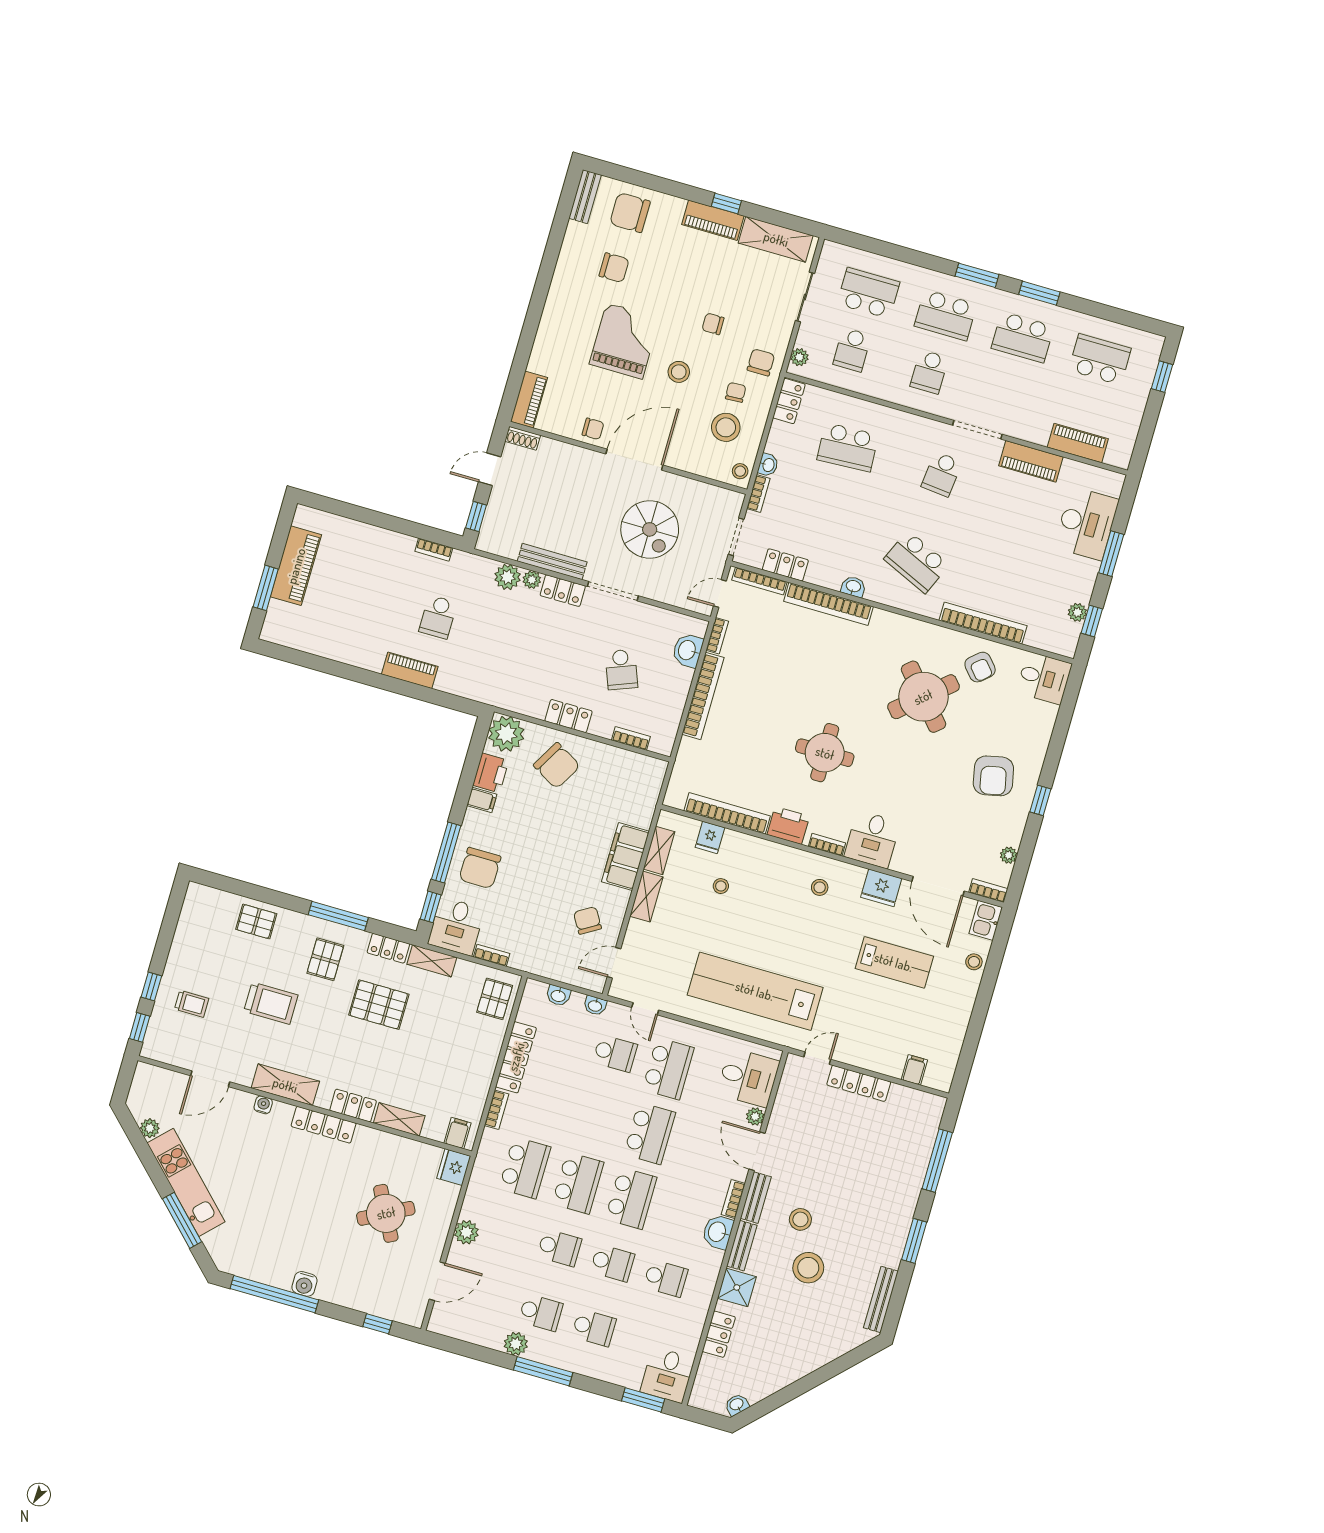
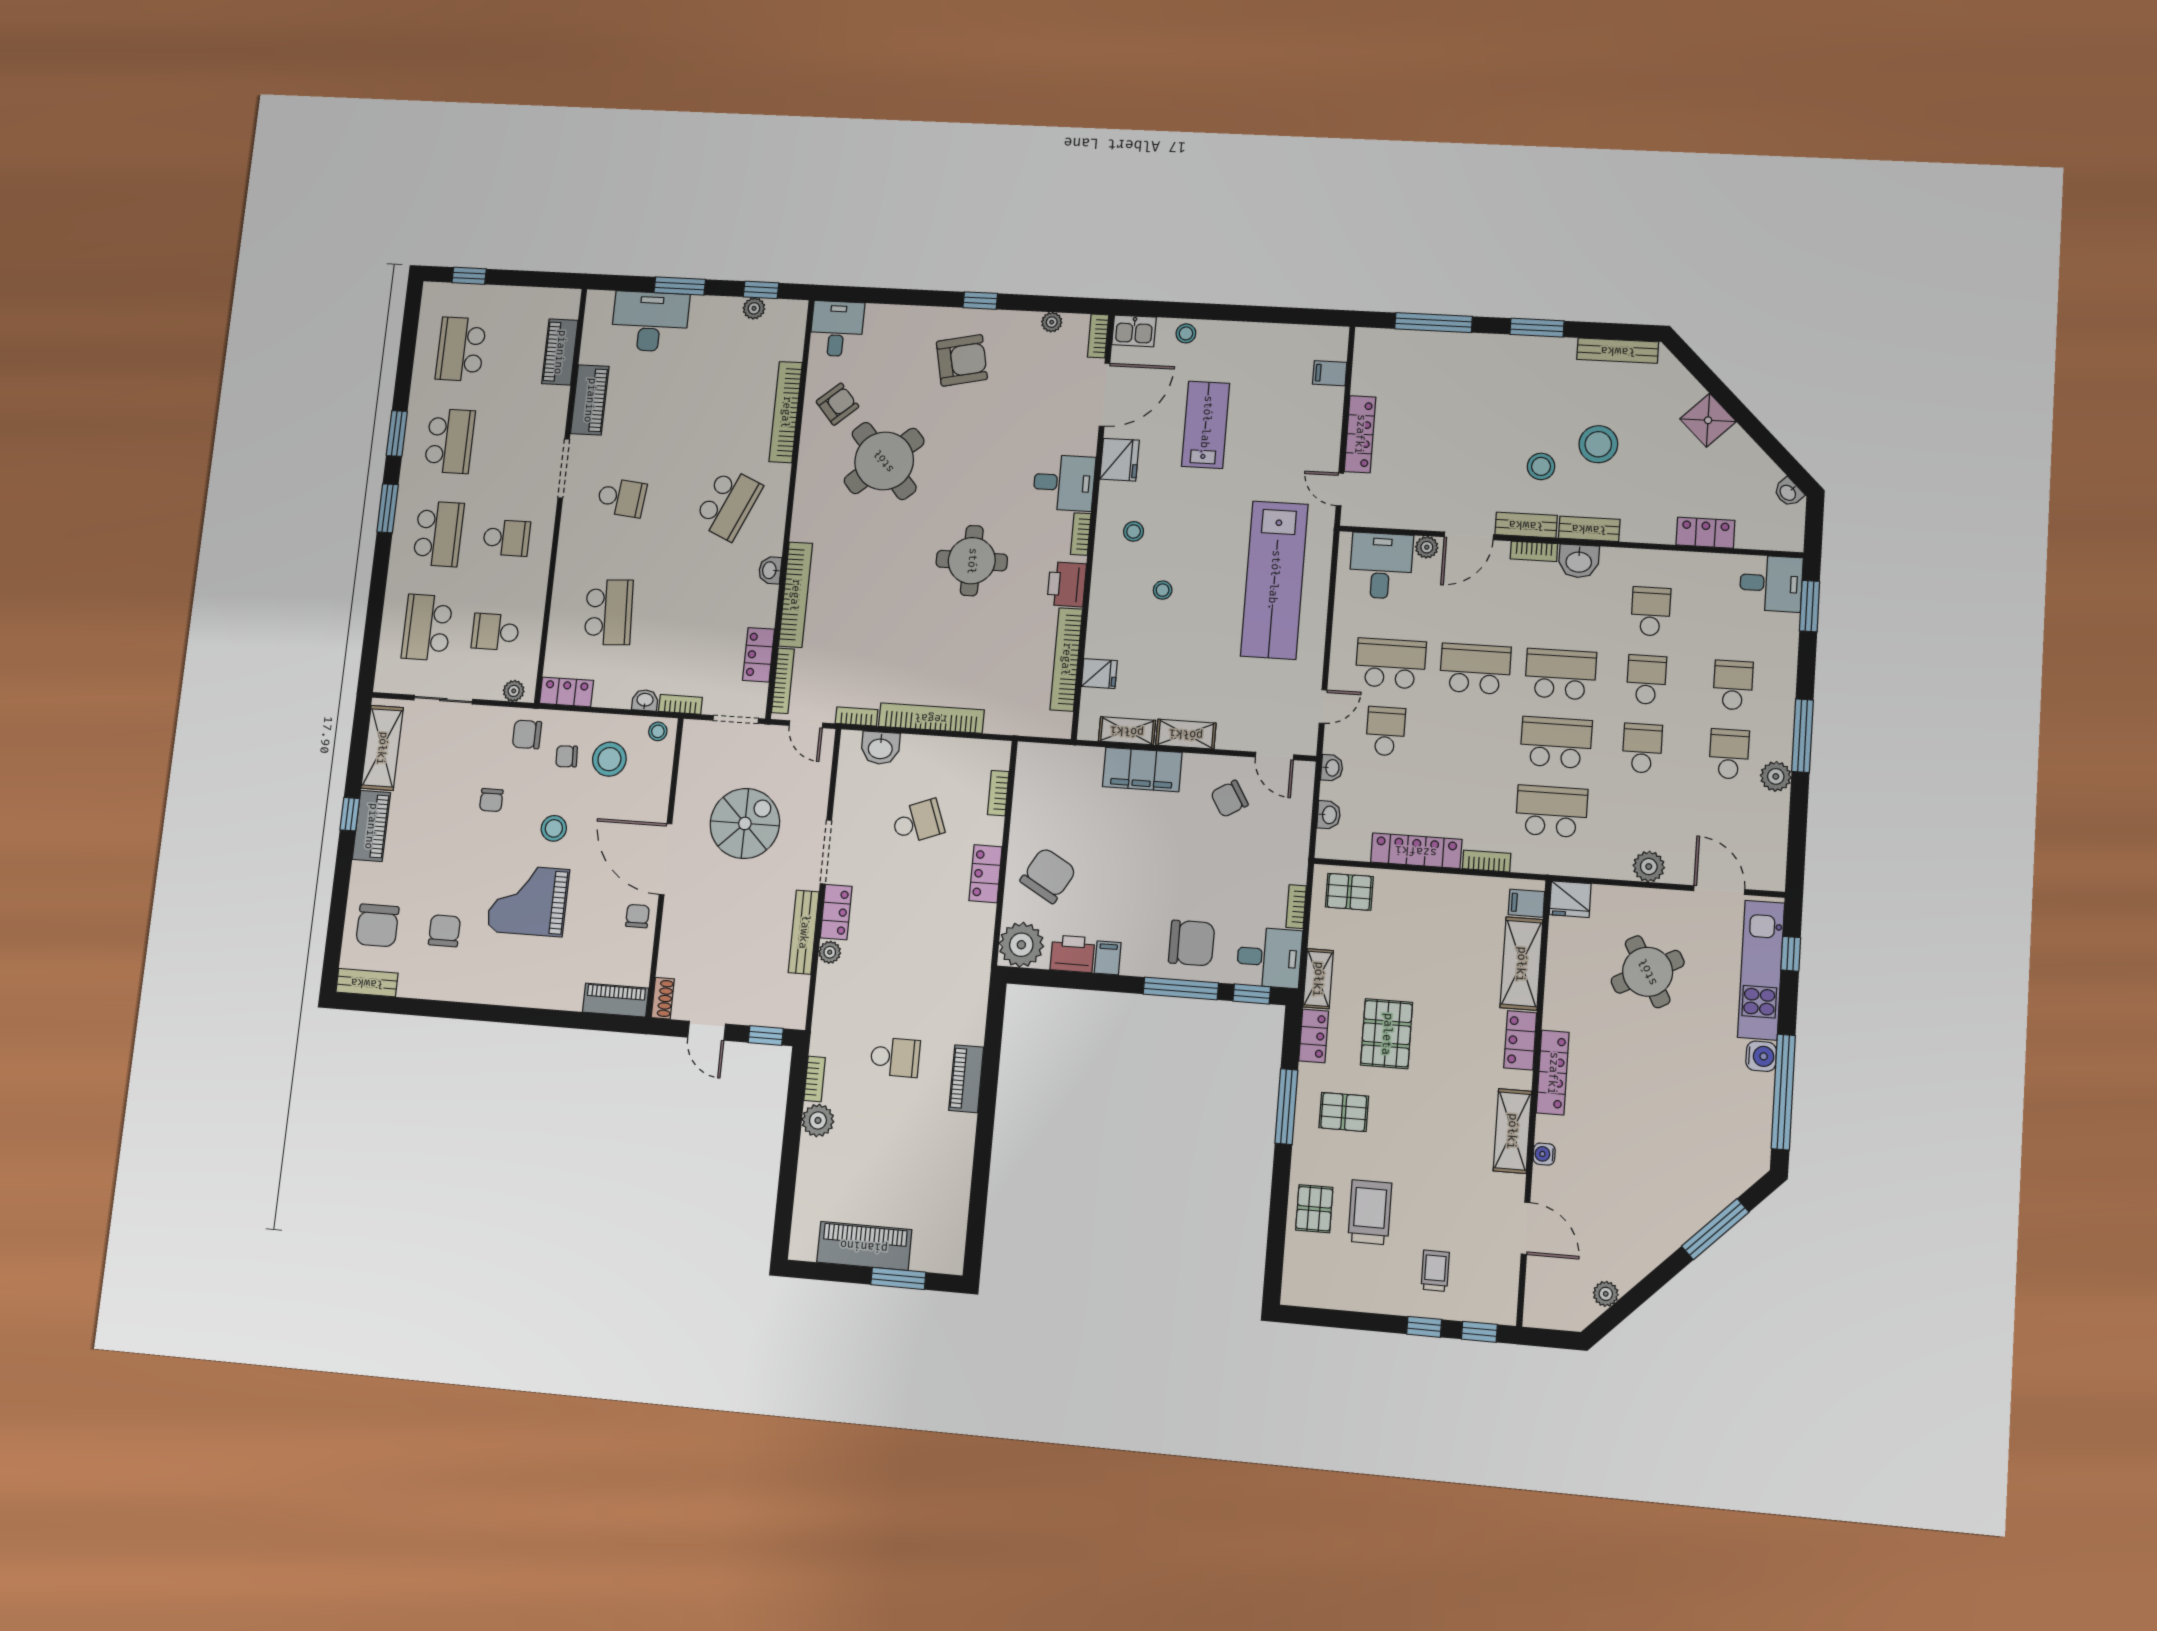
school desk: (852, 350) -> (495, 632), turned 180
plant: (508, 577) -> (818, 1120), moved
stool: (721, 886) -> (1163, 590), moved
trolley: (271, 1003) -> (1370, 1212), moved
shelving: (399, 1119) -> (1521, 964), width x1.50, depth x1.33
kitchen unit: (186, 1182) -> (1761, 970), moved, turned -45
shower: (737, 1287) -> (1708, 420), moved, turned 45

